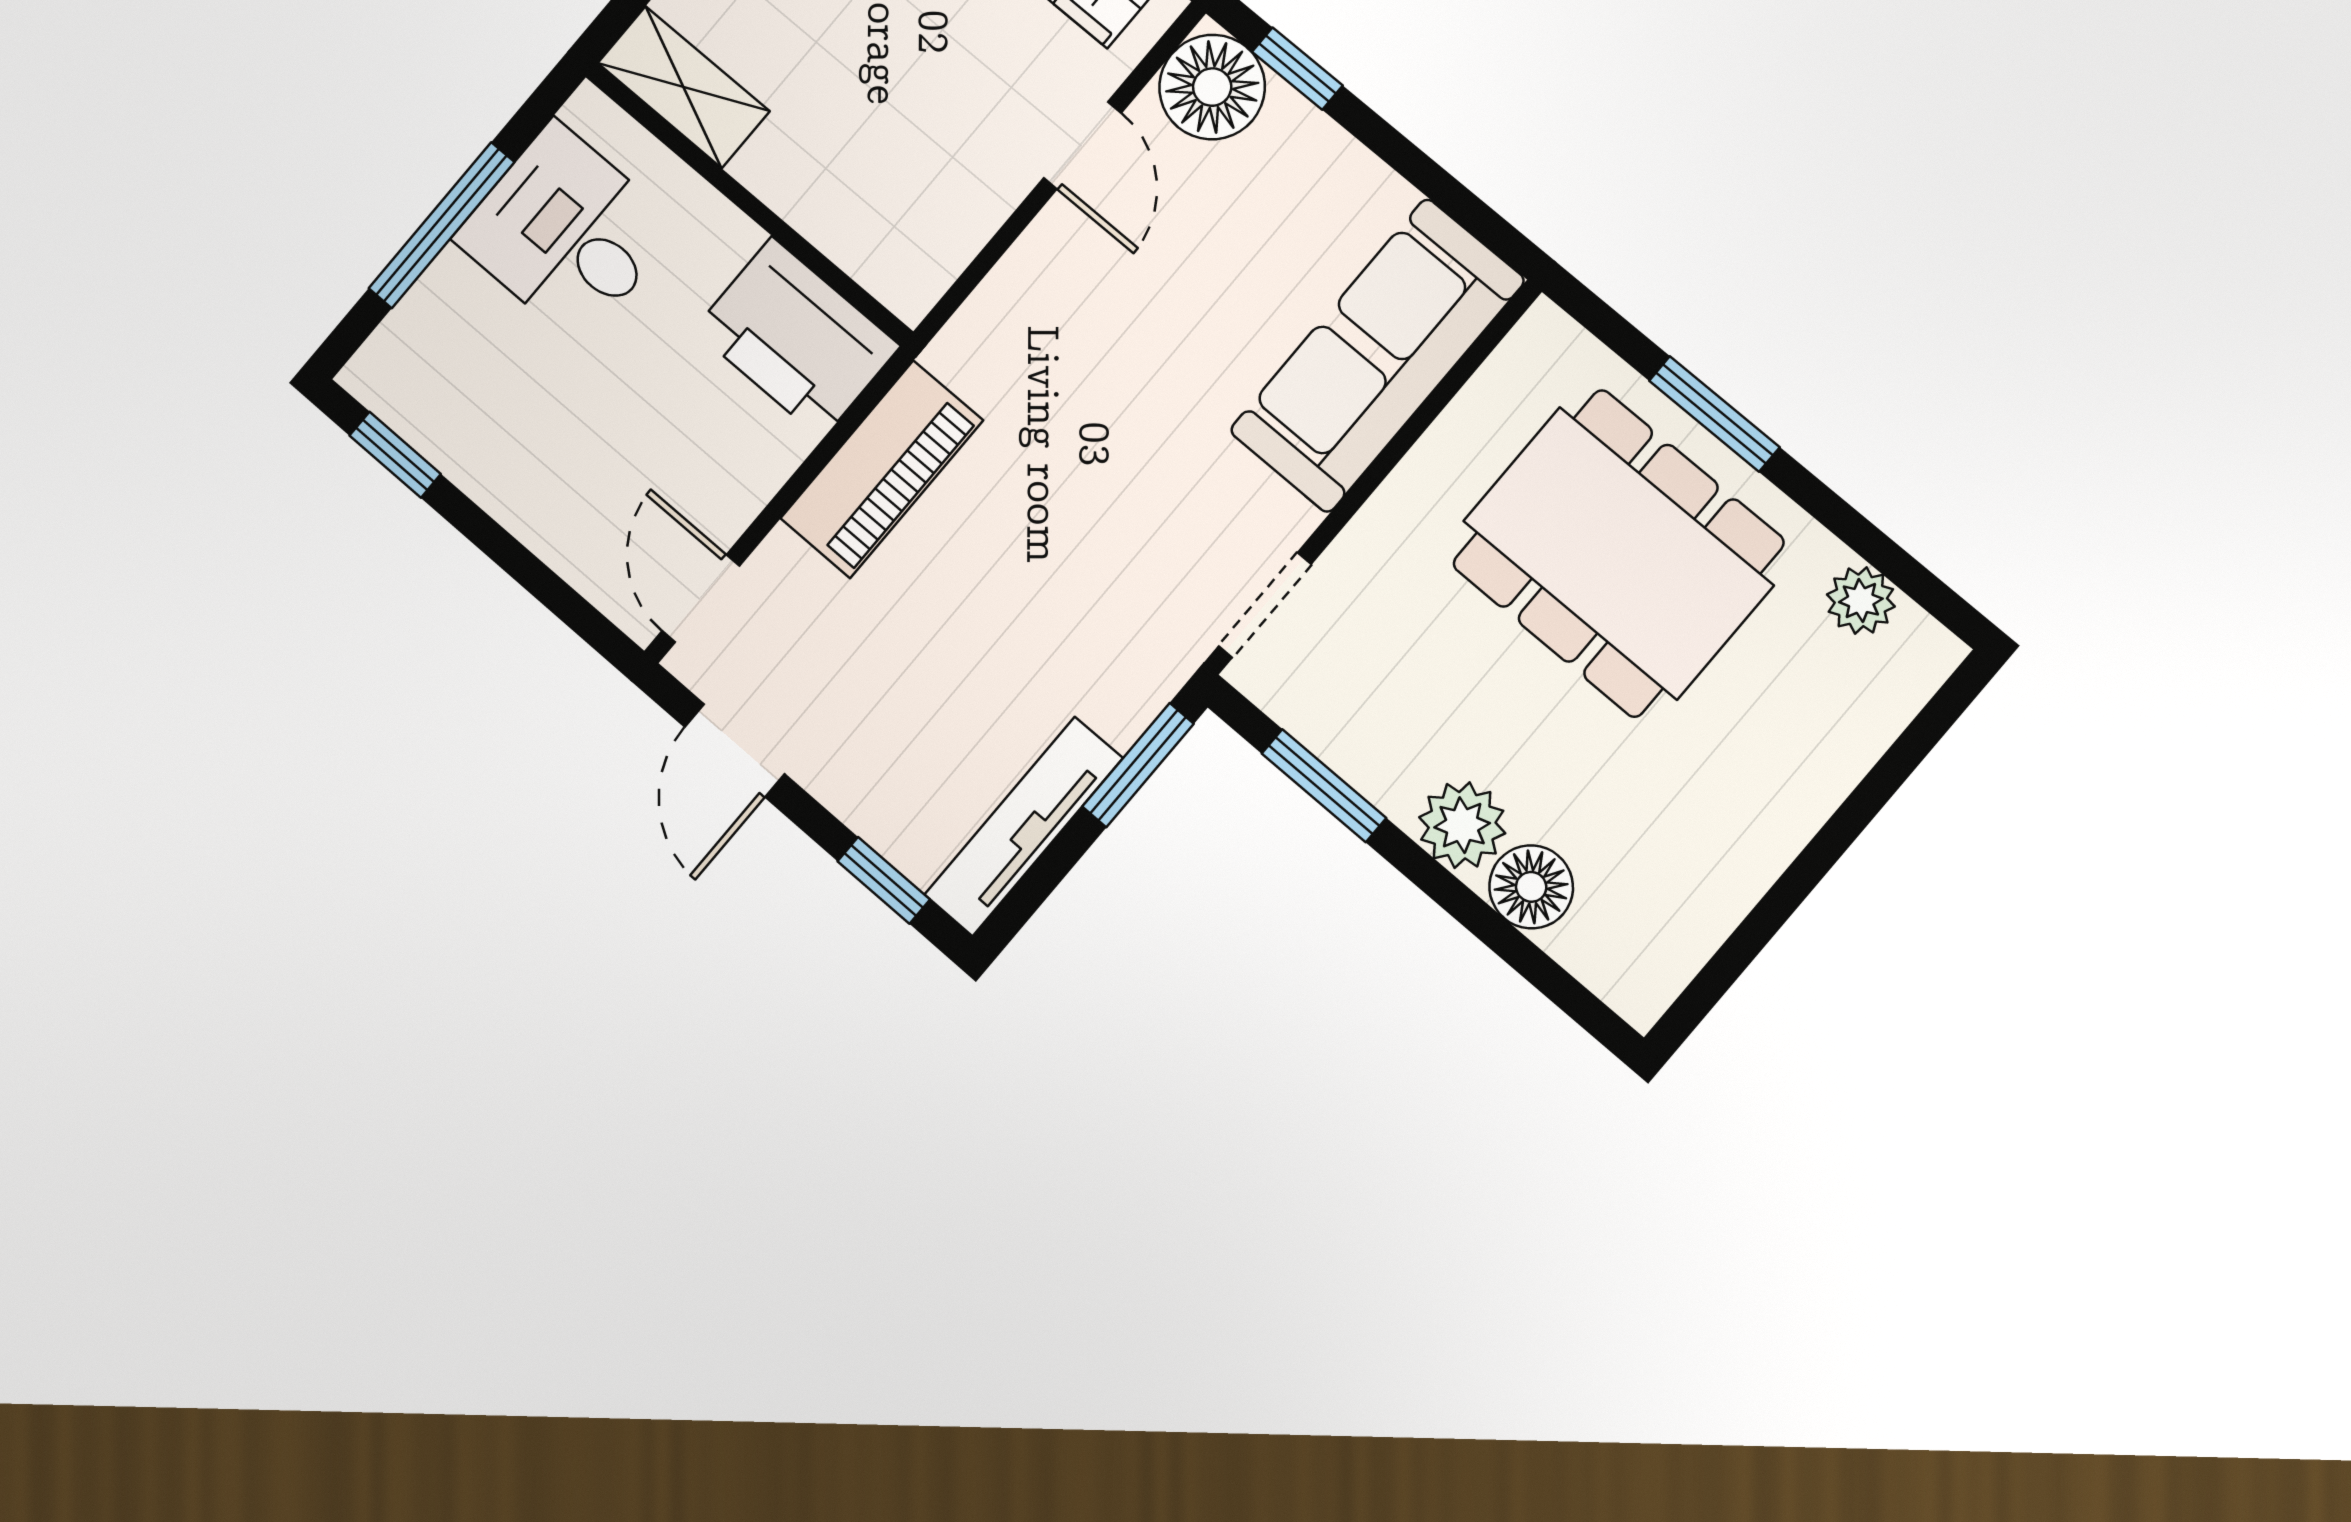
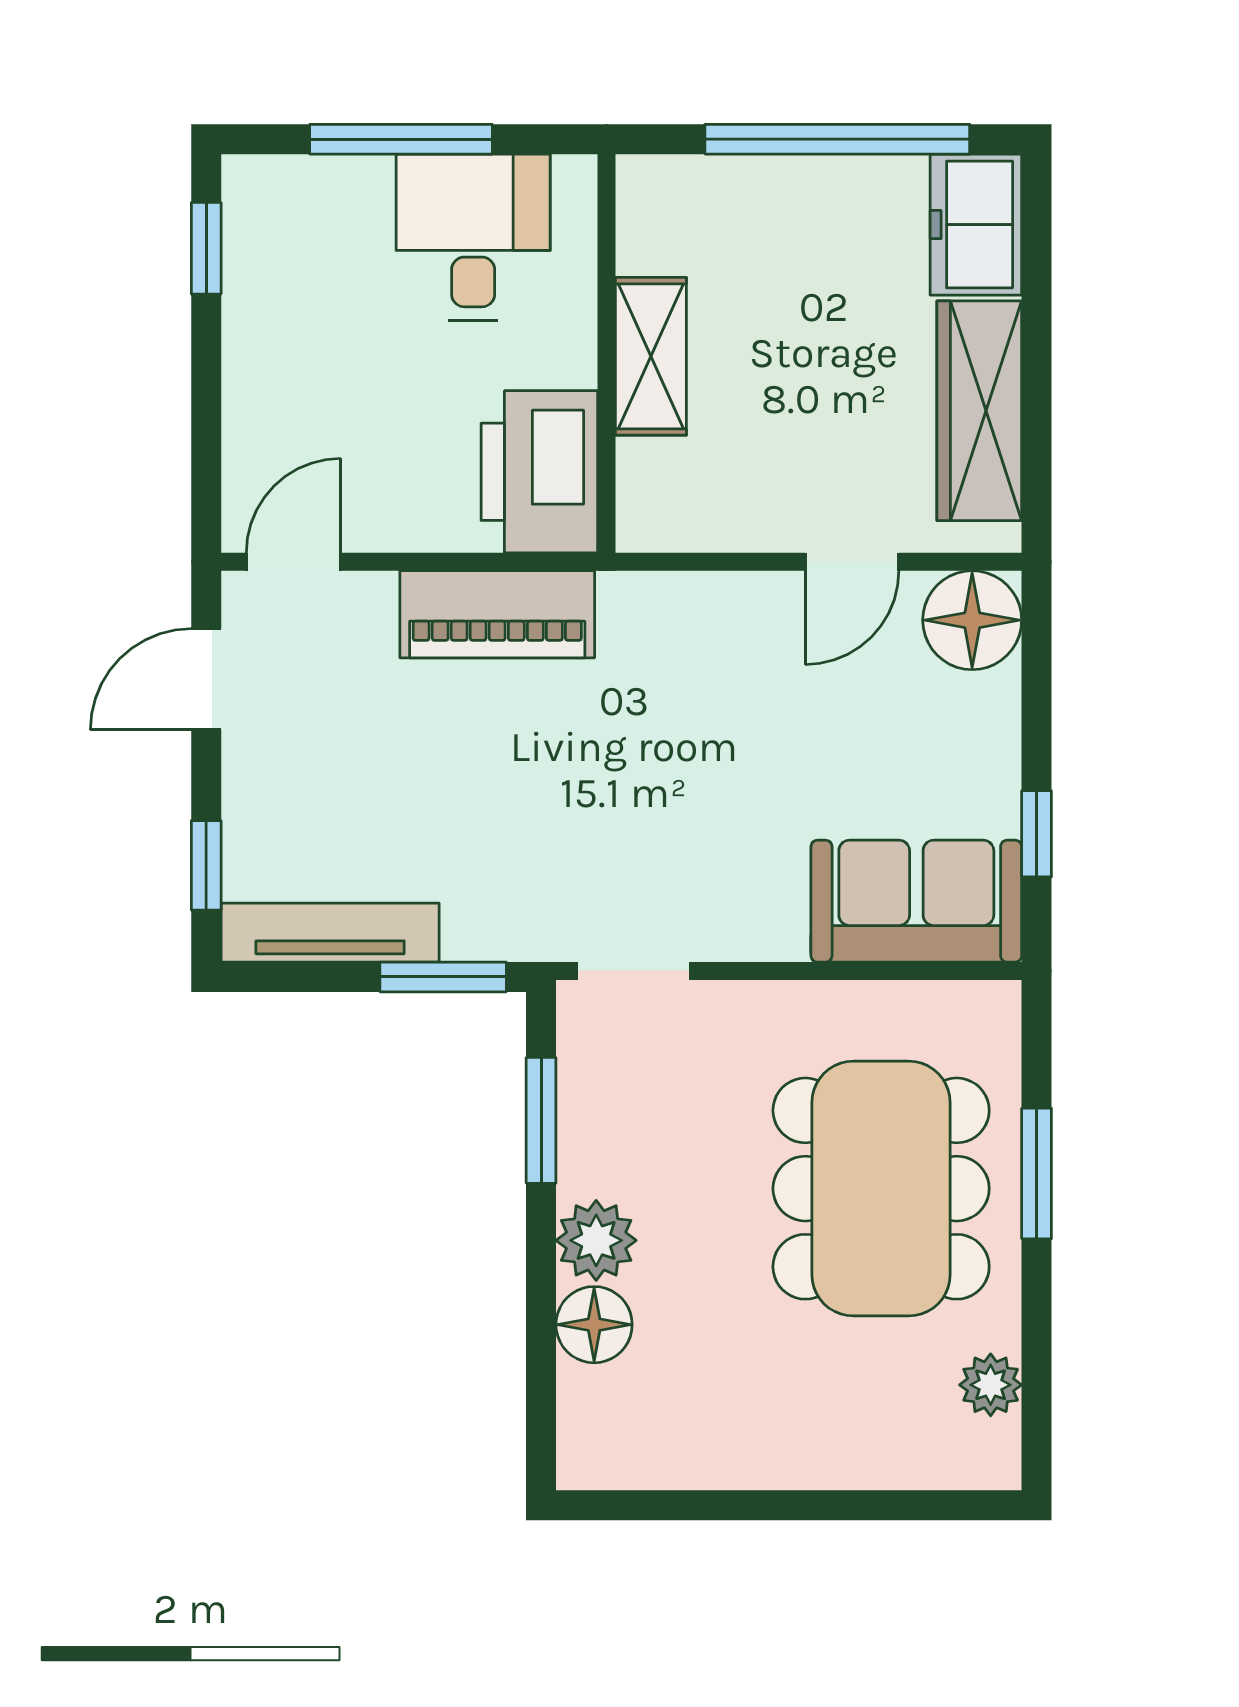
window: (1297, 69) -> (1037, 834), moved
shelving: (684, 87) -> (651, 356), moved
sofa: (1377, 356) -> (916, 901), width x0.73

